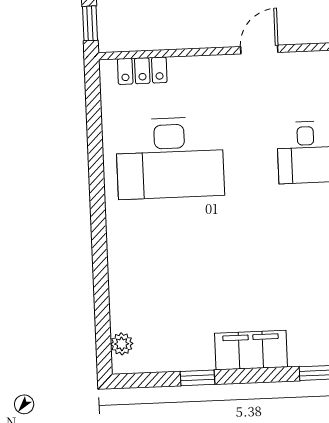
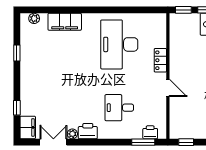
locker: (142, 71) -> (160, 60), moved
filing cabinet: (251, 350) -> (65, 22), moved, turned 90

